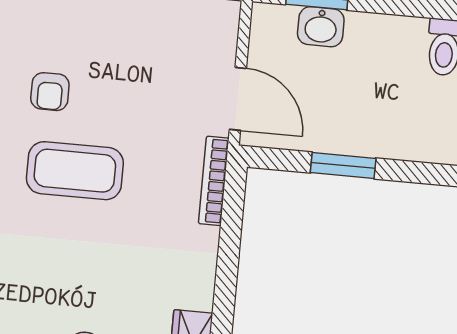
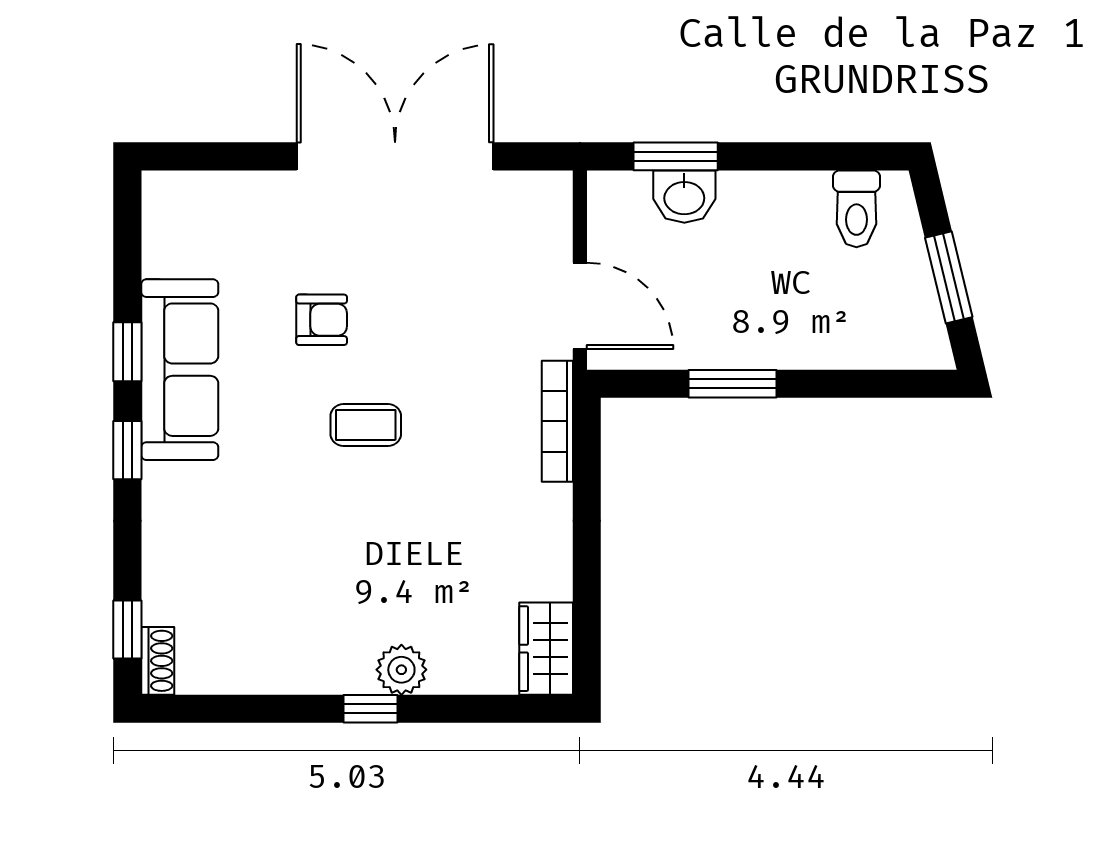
armchair: (50, 92) -> (322, 320), turned -90
coffee table: (75, 171) -> (366, 425), width x0.54, depth x0.58

